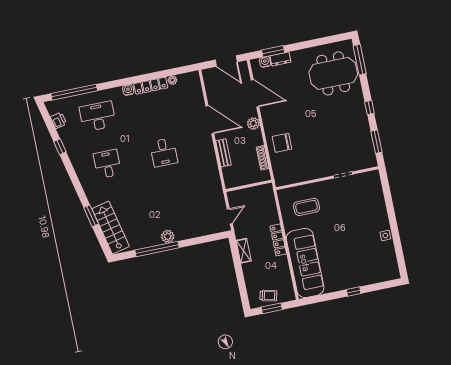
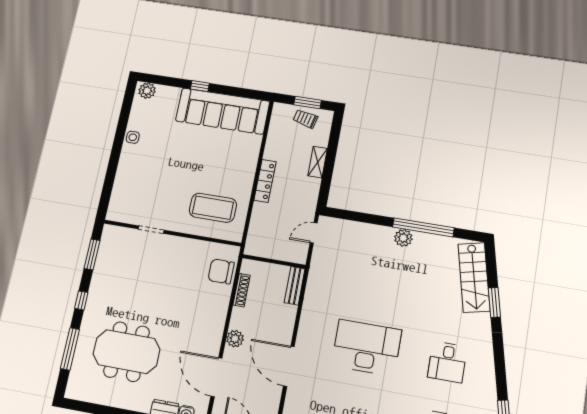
window: (360, 60) -> (70, 349), moved
meeting table: (333, 73) -> (127, 352), moved
chair: (282, 143) -> (221, 271), moved, turned 180
desk: (164, 152) -> (366, 348), width x1.87, depth x1.30
bench: (223, 153) -> (295, 286), moved
coffee table: (306, 207) -> (213, 208), width x1.36, depth x1.32
shelving: (244, 251) -> (318, 162), moved
sofa: (305, 263) -> (223, 111), moved, turned -90
plant: (390, 274) -> (147, 91), added

